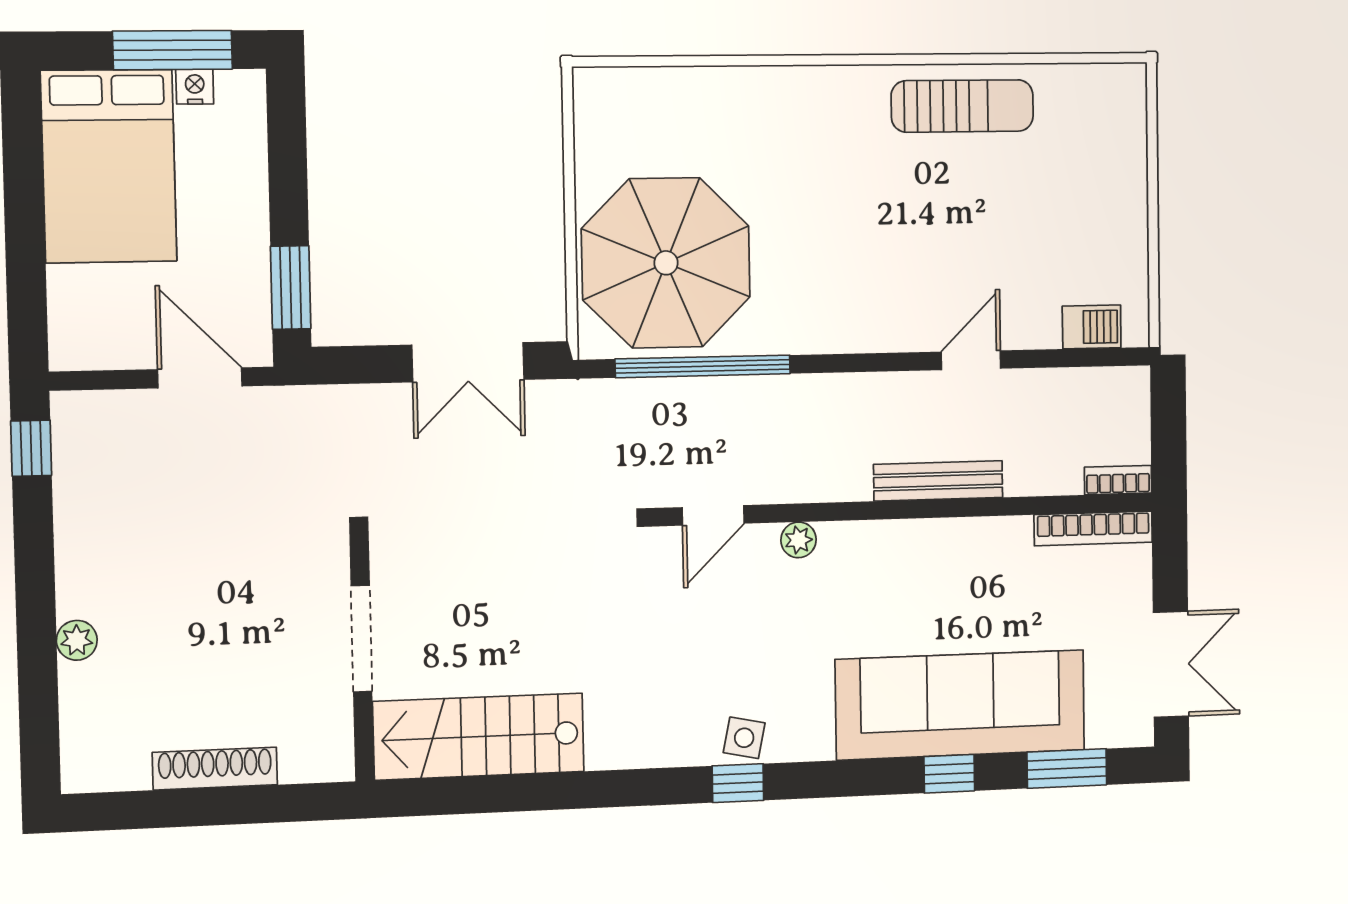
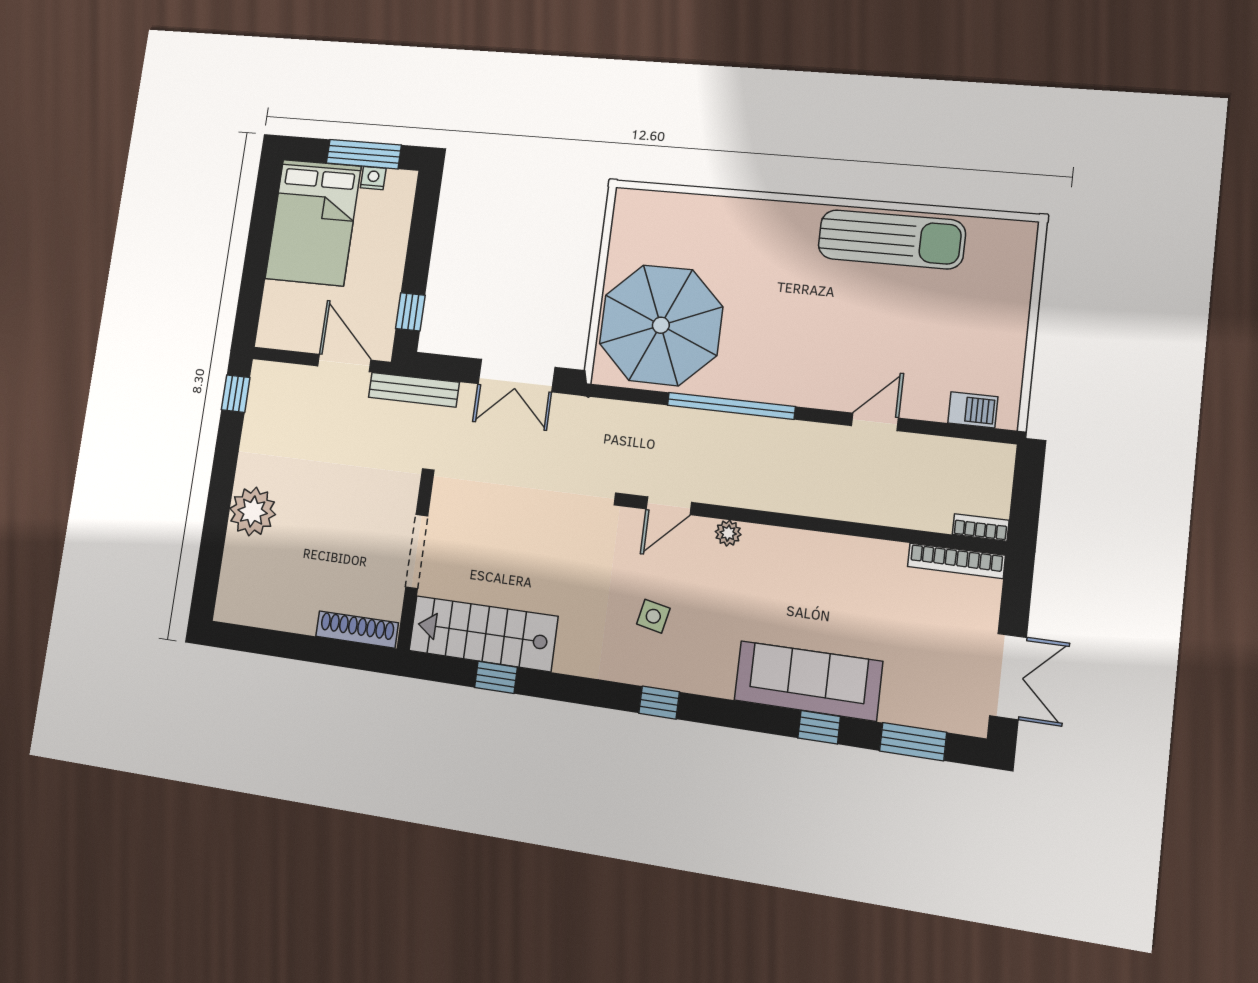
sun lounger: (962, 106) -> (891, 239), width x1.36, depth x1.34
window: (291, 288) -> (410, 312), width x0.67
window: (703, 366) -> (731, 406), moved
bench: (938, 481) -> (414, 390), moved
plant: (77, 640) -> (253, 512), width x1.87, depth x1.87
sofa: (960, 705) -> (808, 681), width x0.74, depth x0.79
side table: (744, 738) -> (653, 616), moved
shoe rack: (215, 769) -> (357, 629), moved
window: (507, 793) -> (496, 677), added

